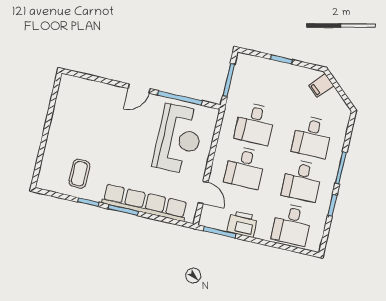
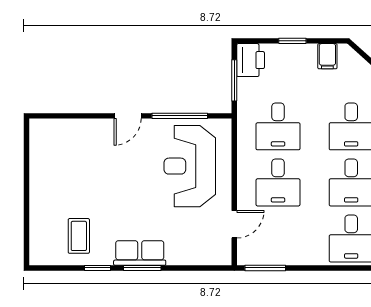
filing cabinet: (321, 85) -> (327, 56), moved, turned -42
reception desk: (179, 139) -> (190, 166), turned 180
door: (203, 192) -> (234, 224), hinge flipped
row of seats: (145, 203) -> (140, 253), width x0.50
printer: (242, 224) -> (251, 60), moved, turned 90

